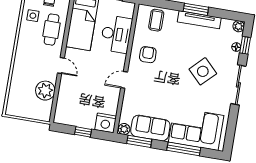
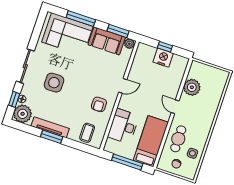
plant: (239, 26) -> (23, 114), width x1.88, depth x1.88
side table: (203, 71) -> (54, 83), turned 45
nightstand: (106, 123) -> (163, 58), moved

